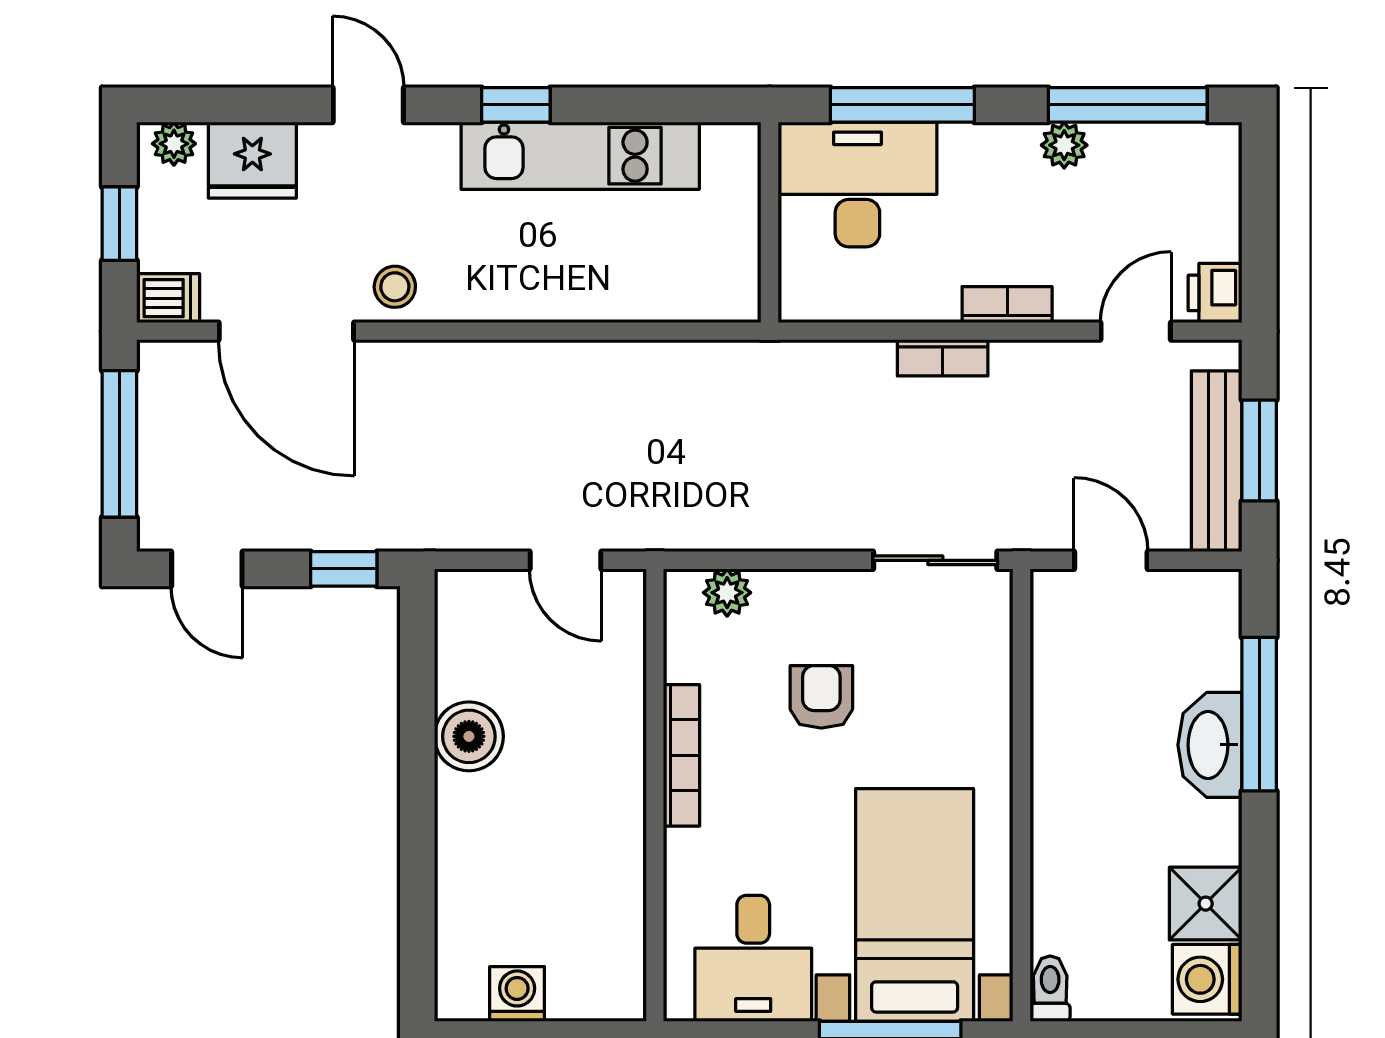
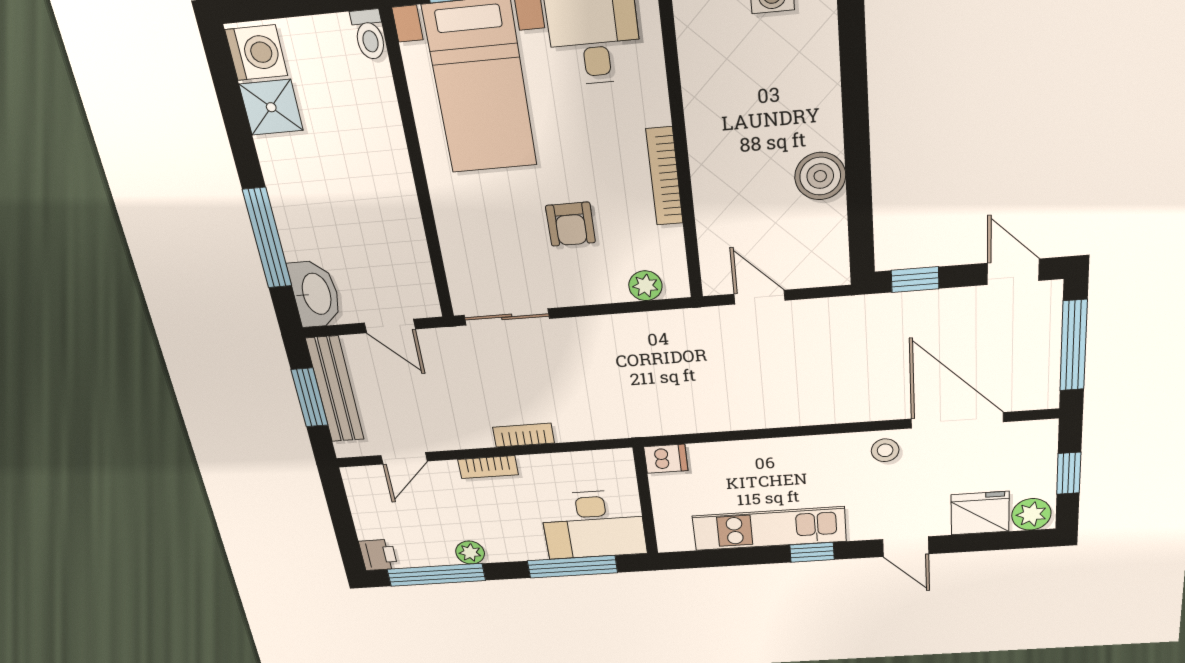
plant: (174, 144) -> (1031, 514), width x1.38, depth x1.38
printer: (1215, 293) -> (378, 555), moved
dishwasher: (168, 298) -> (666, 459), moved, turned 180
washbasin: (1210, 745) -> (315, 294), moved

